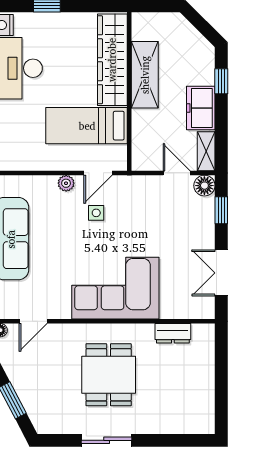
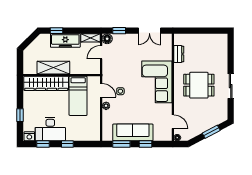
freezer: (201, 108) -> (65, 40), width x1.40

